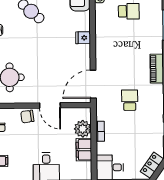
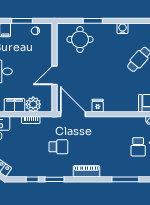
fridge: (83, 38) -> (98, 106), moved
chair: (27, 117) -> (45, 55), removed

